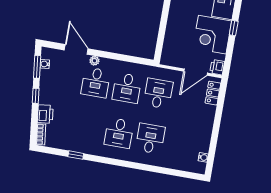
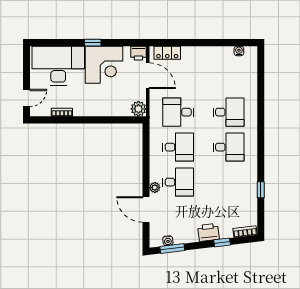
door: (76, 49) -> (146, 209), hinge flipped
plant: (167, 58) -> (138, 109), added
window: (36, 96) -> (222, 242), moved
printer: (45, 114) -> (208, 232), moved
desk: (150, 139) -> (229, 112), turned 180

